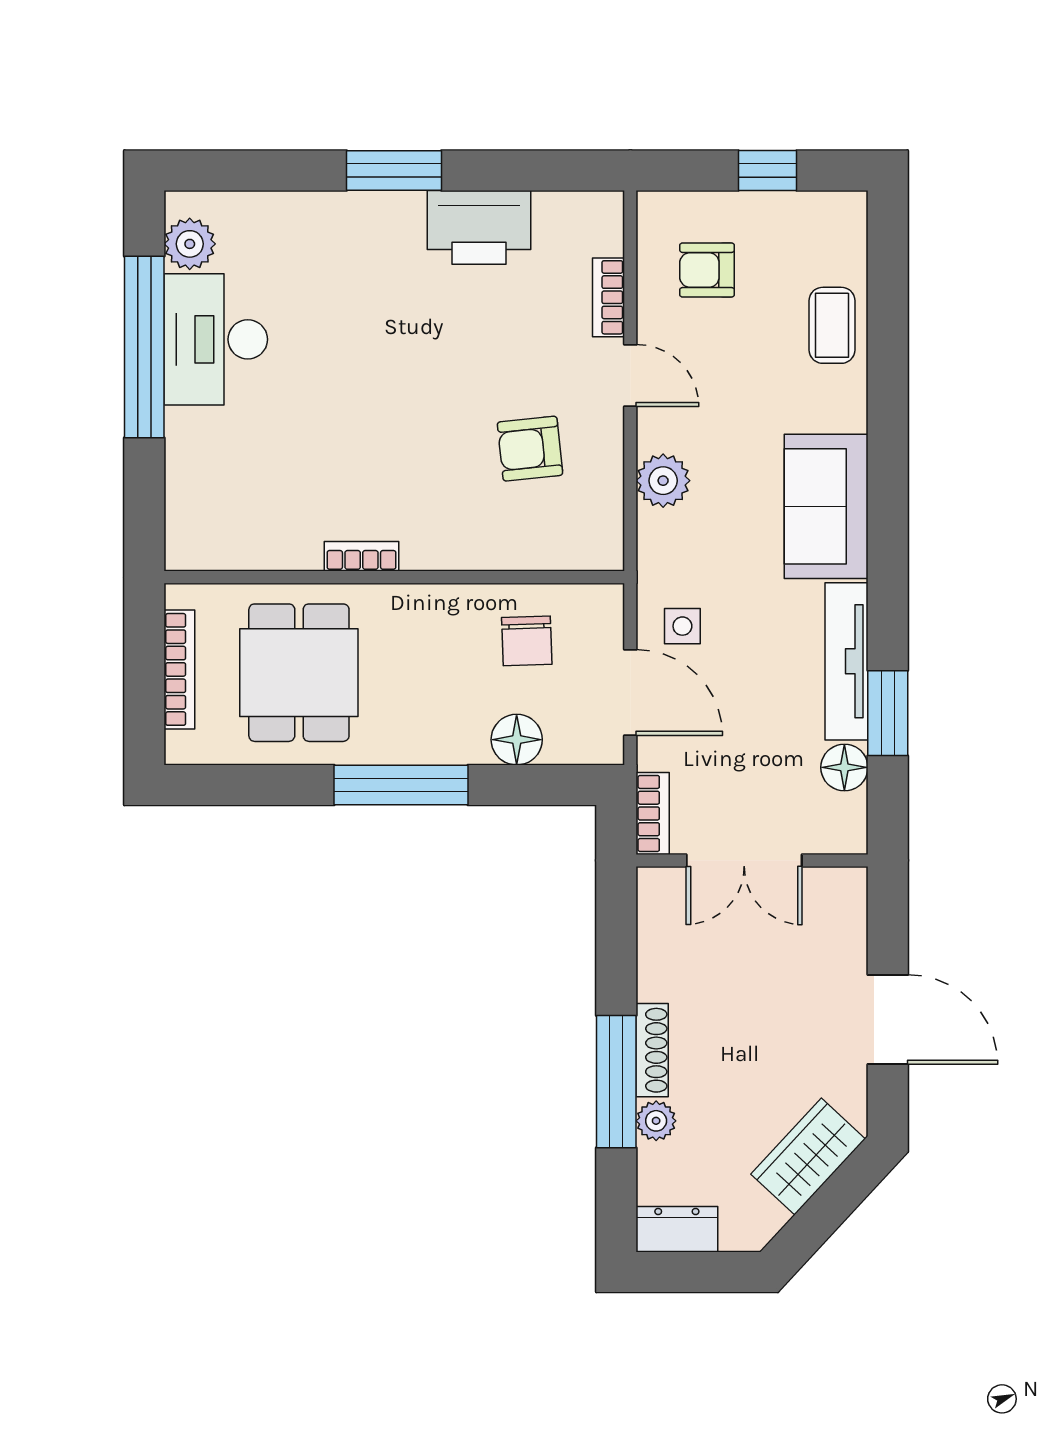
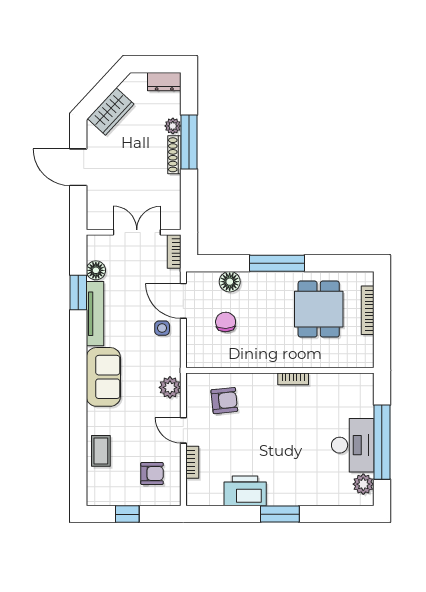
bookcase: (361, 556) -> (293, 379), moved
wall: (394, 577) -> (280, 370), moved

